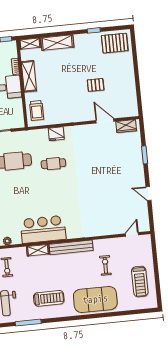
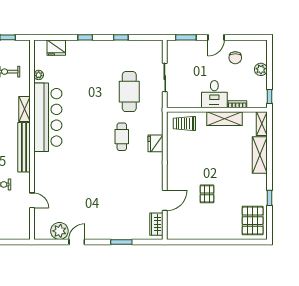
plant: (140, 209) -> (59, 231), added
bar counter: (43, 229) -> (48, 117), width x1.36
door: (132, 234) -> (32, 200), moved

